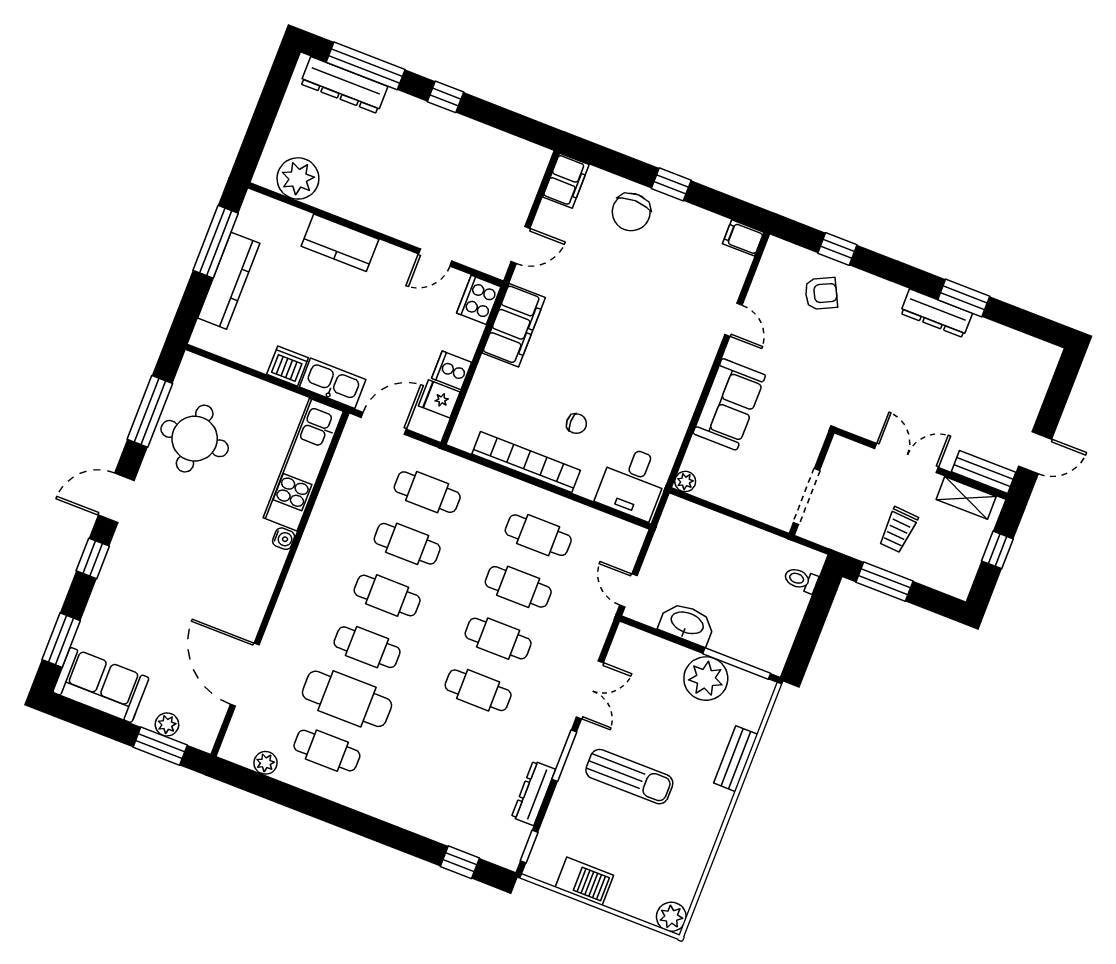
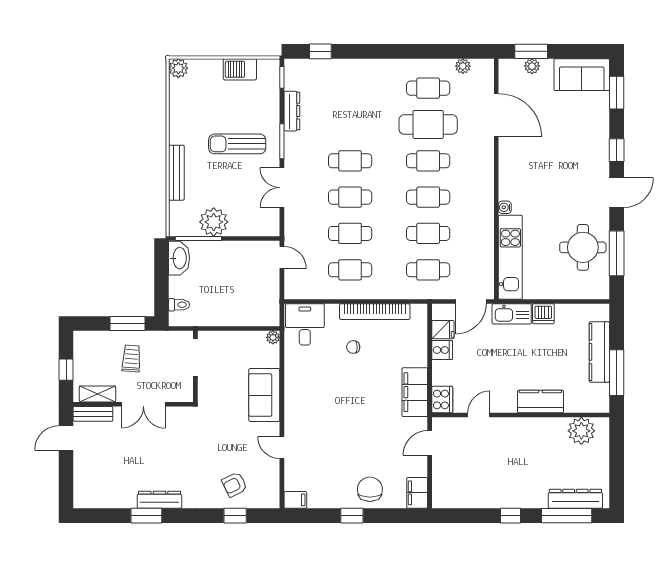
washbasin: (687, 624) -> (179, 258), moved, turned -90
bench: (736, 759) -> (176, 173), width x1.36

